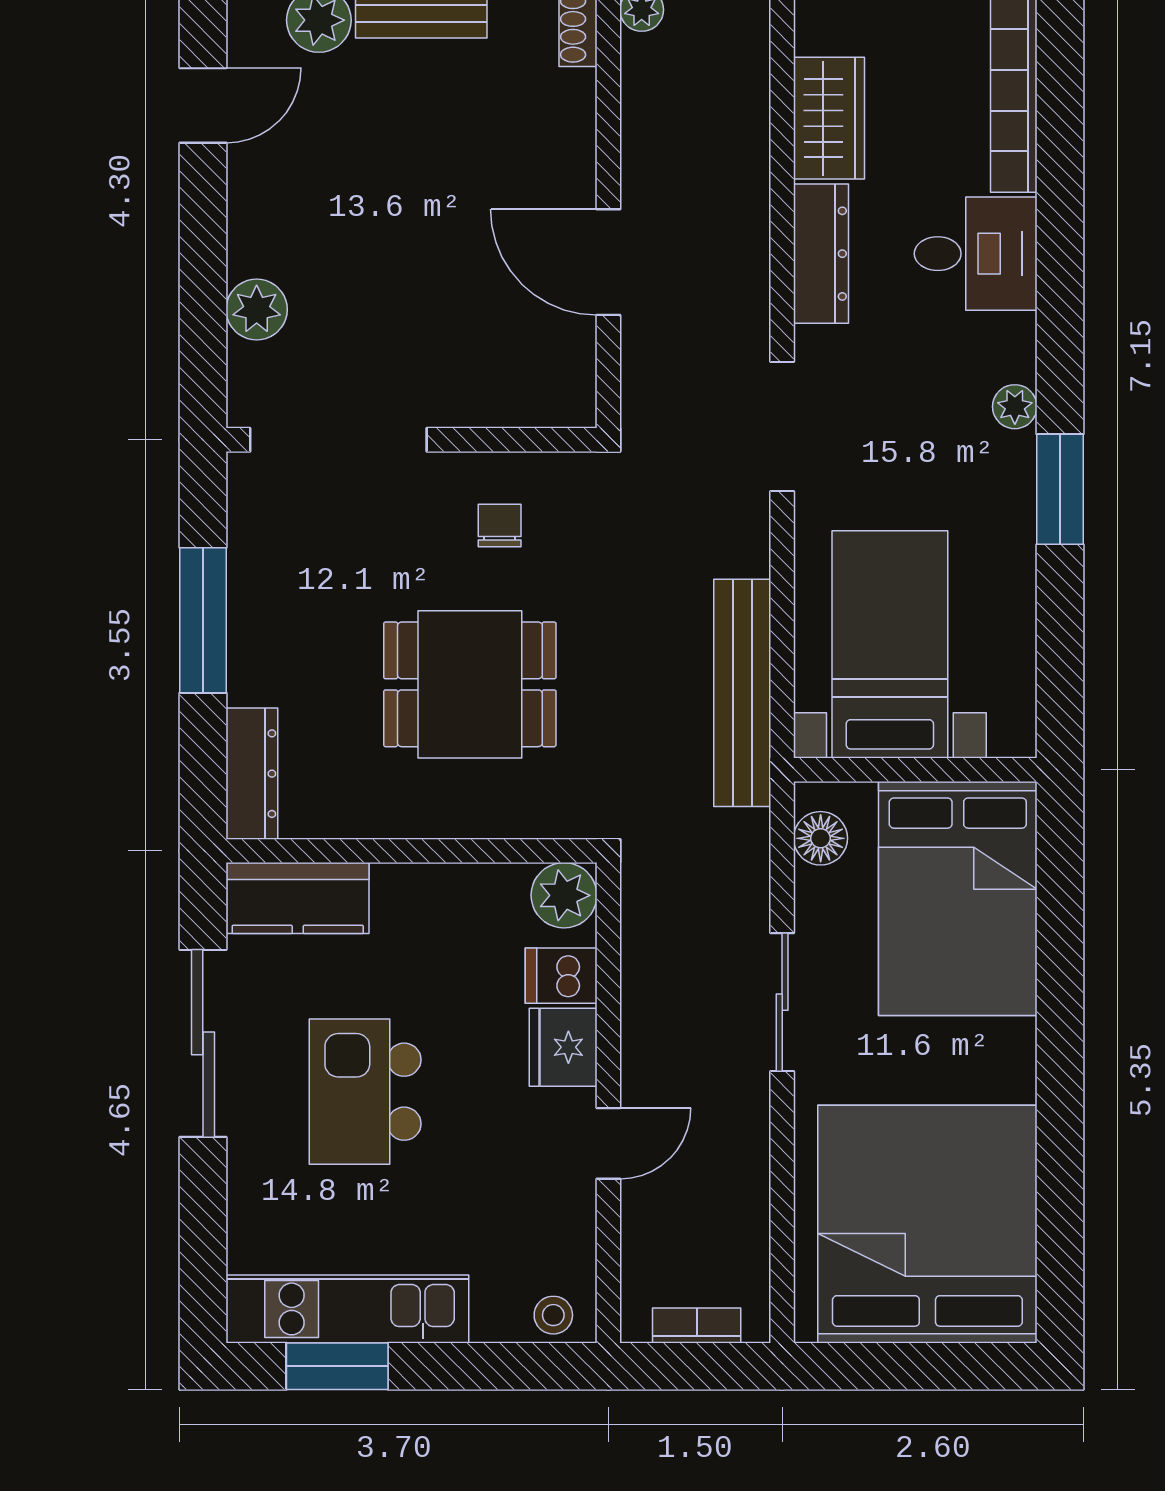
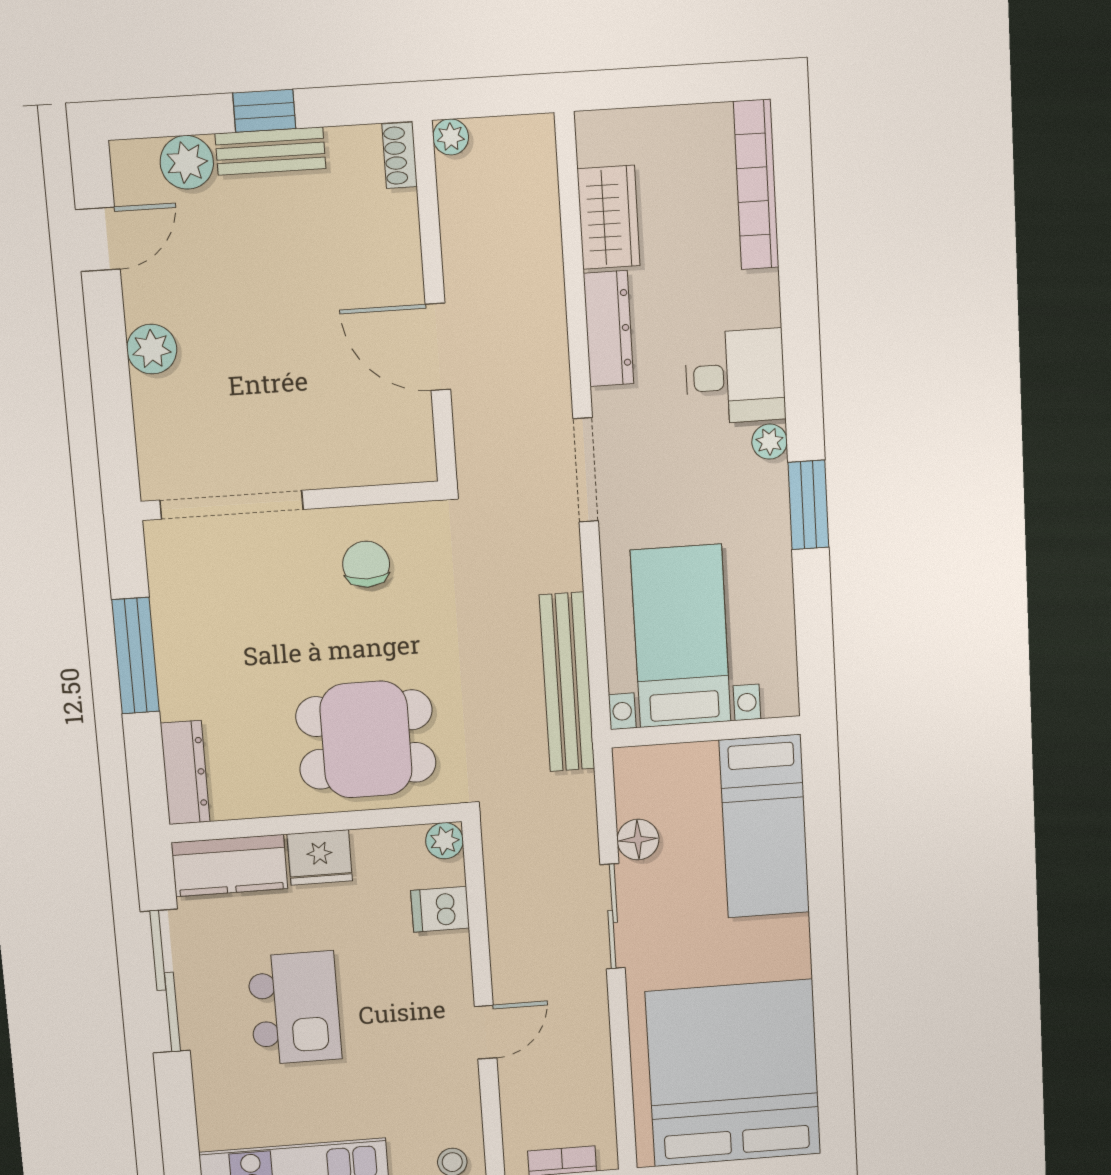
desk: (976, 254) -> (735, 377), moved
plant: (257, 310) -> (152, 349), moved
chair: (500, 525) -> (366, 564), width x1.37, depth x1.37
dining table: (470, 684) -> (366, 740), moved
floor lamp: (821, 838) -> (638, 840), moved
plant: (564, 895) -> (444, 841), width x0.73, depth x0.73
bed: (958, 899) -> (764, 826), width x0.67
fridge: (563, 1047) -> (320, 857), moved, turned -90
kitchen island: (365, 1092) -> (295, 1008), turned 180

